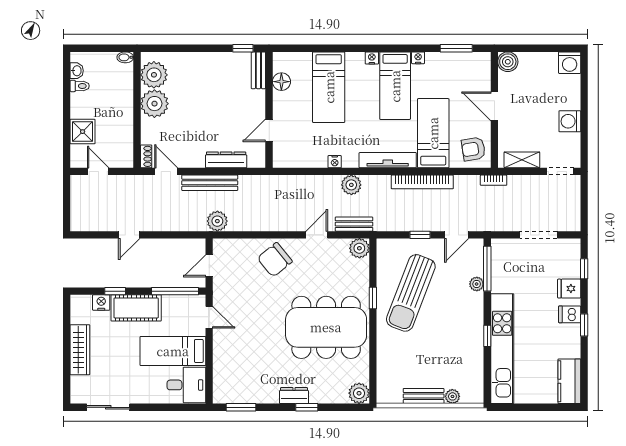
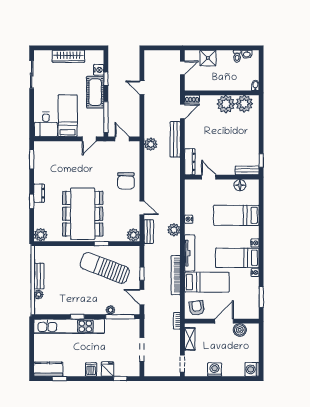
boiler: (508, 62) -> (240, 330), moved
dresser: (226, 160) -> (190, 162), moved
chair: (275, 260) -> (126, 181), turned -141
window: (584, 325) -> (59, 379), moved

